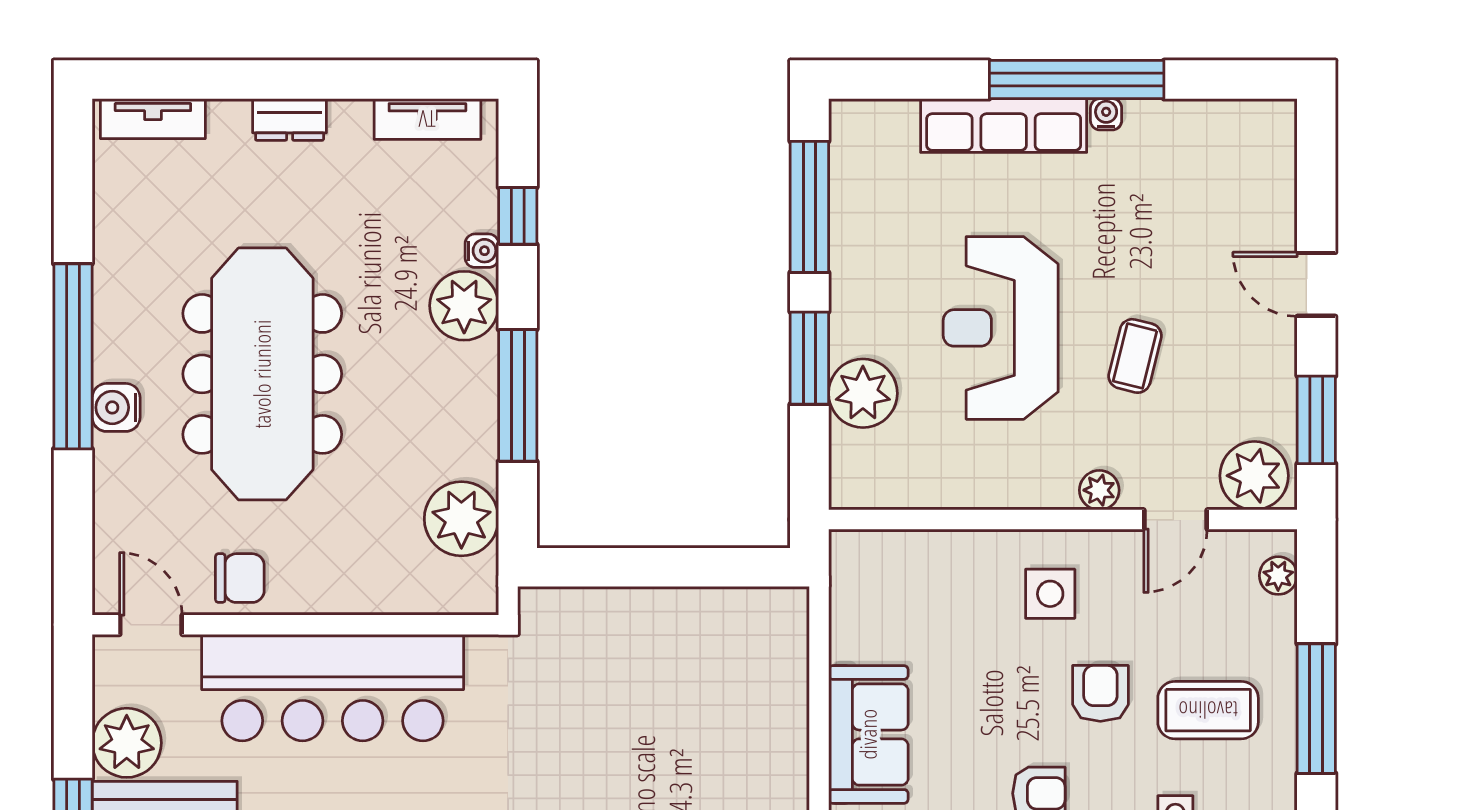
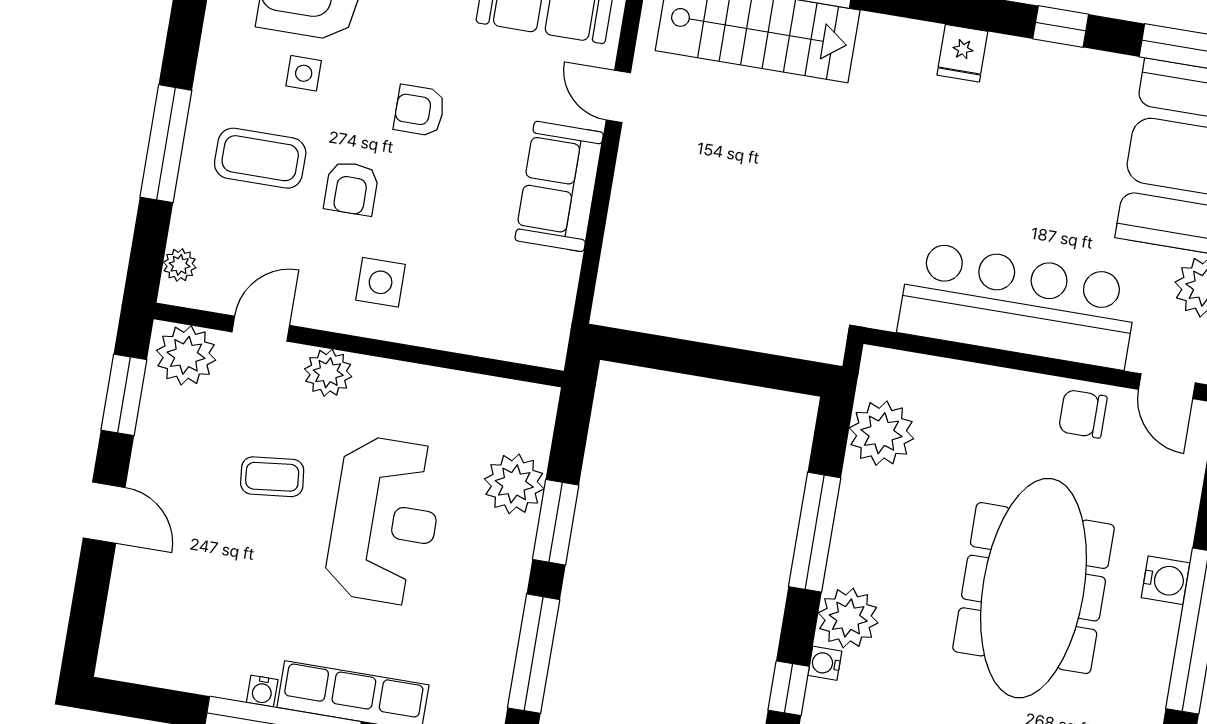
coffee table: (1135, 356) -> (272, 477), turned 70
plant: (1099, 490) -> (328, 373), width x1.38, depth x1.38

